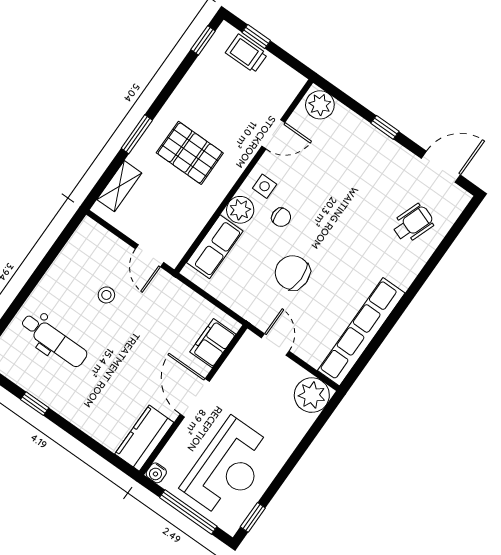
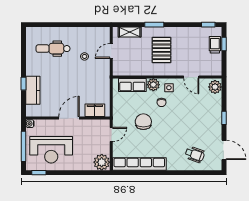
door: (149, 256) -> (111, 51), moved
dental chair: (54, 340) -> (53, 49), turned 90
window: (35, 404) -> (24, 84), moved
kitchen counter: (144, 438) -> (33, 90), moved, turned 90

